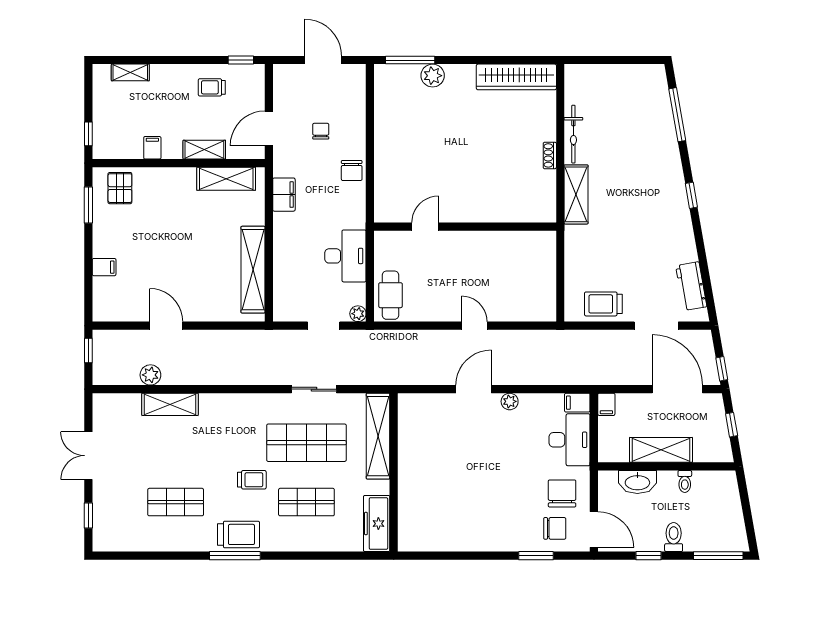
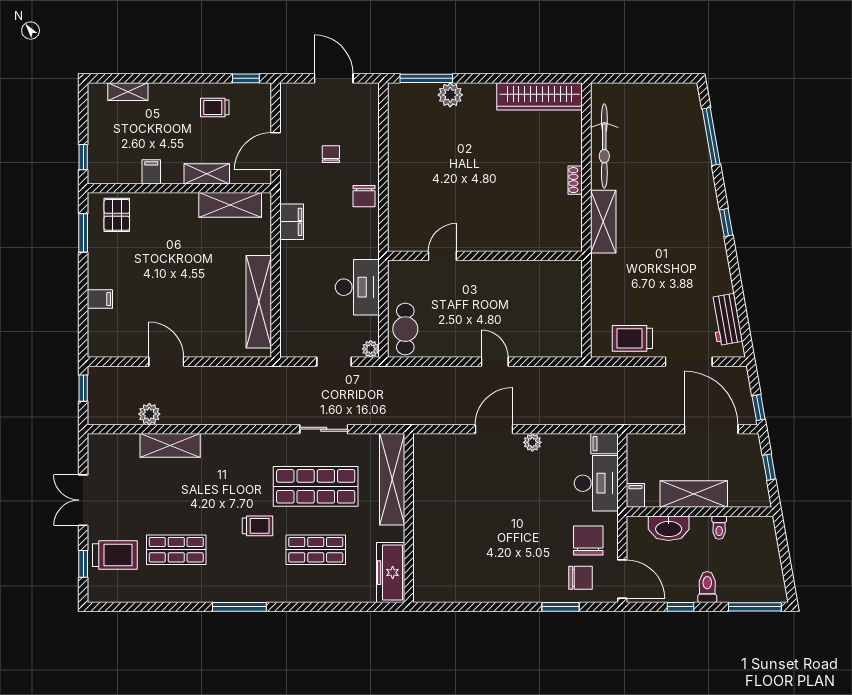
bicycle: (573, 134) -> (604, 146), width x1.37, depth x1.40
filing cabinet: (606, 404) -> (635, 495), moved, turned 180
trolley: (239, 534) -> (115, 555), moved

